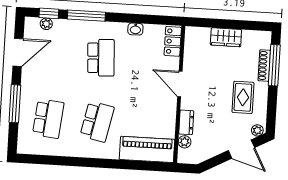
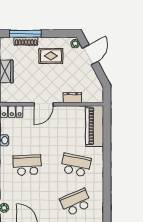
school desk: (48, 119) -> (76, 202), turned -30
plant: (185, 142) -> (87, 98), removed

